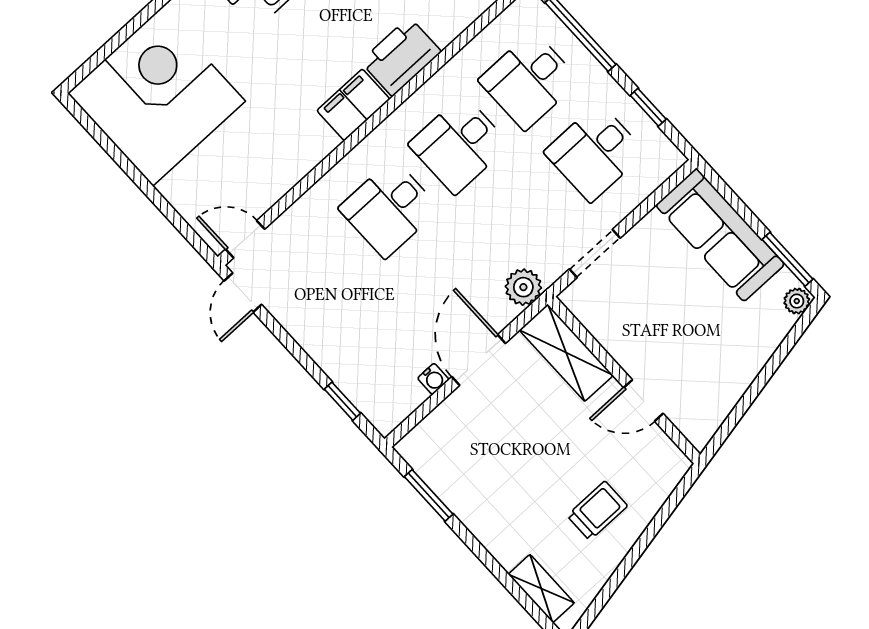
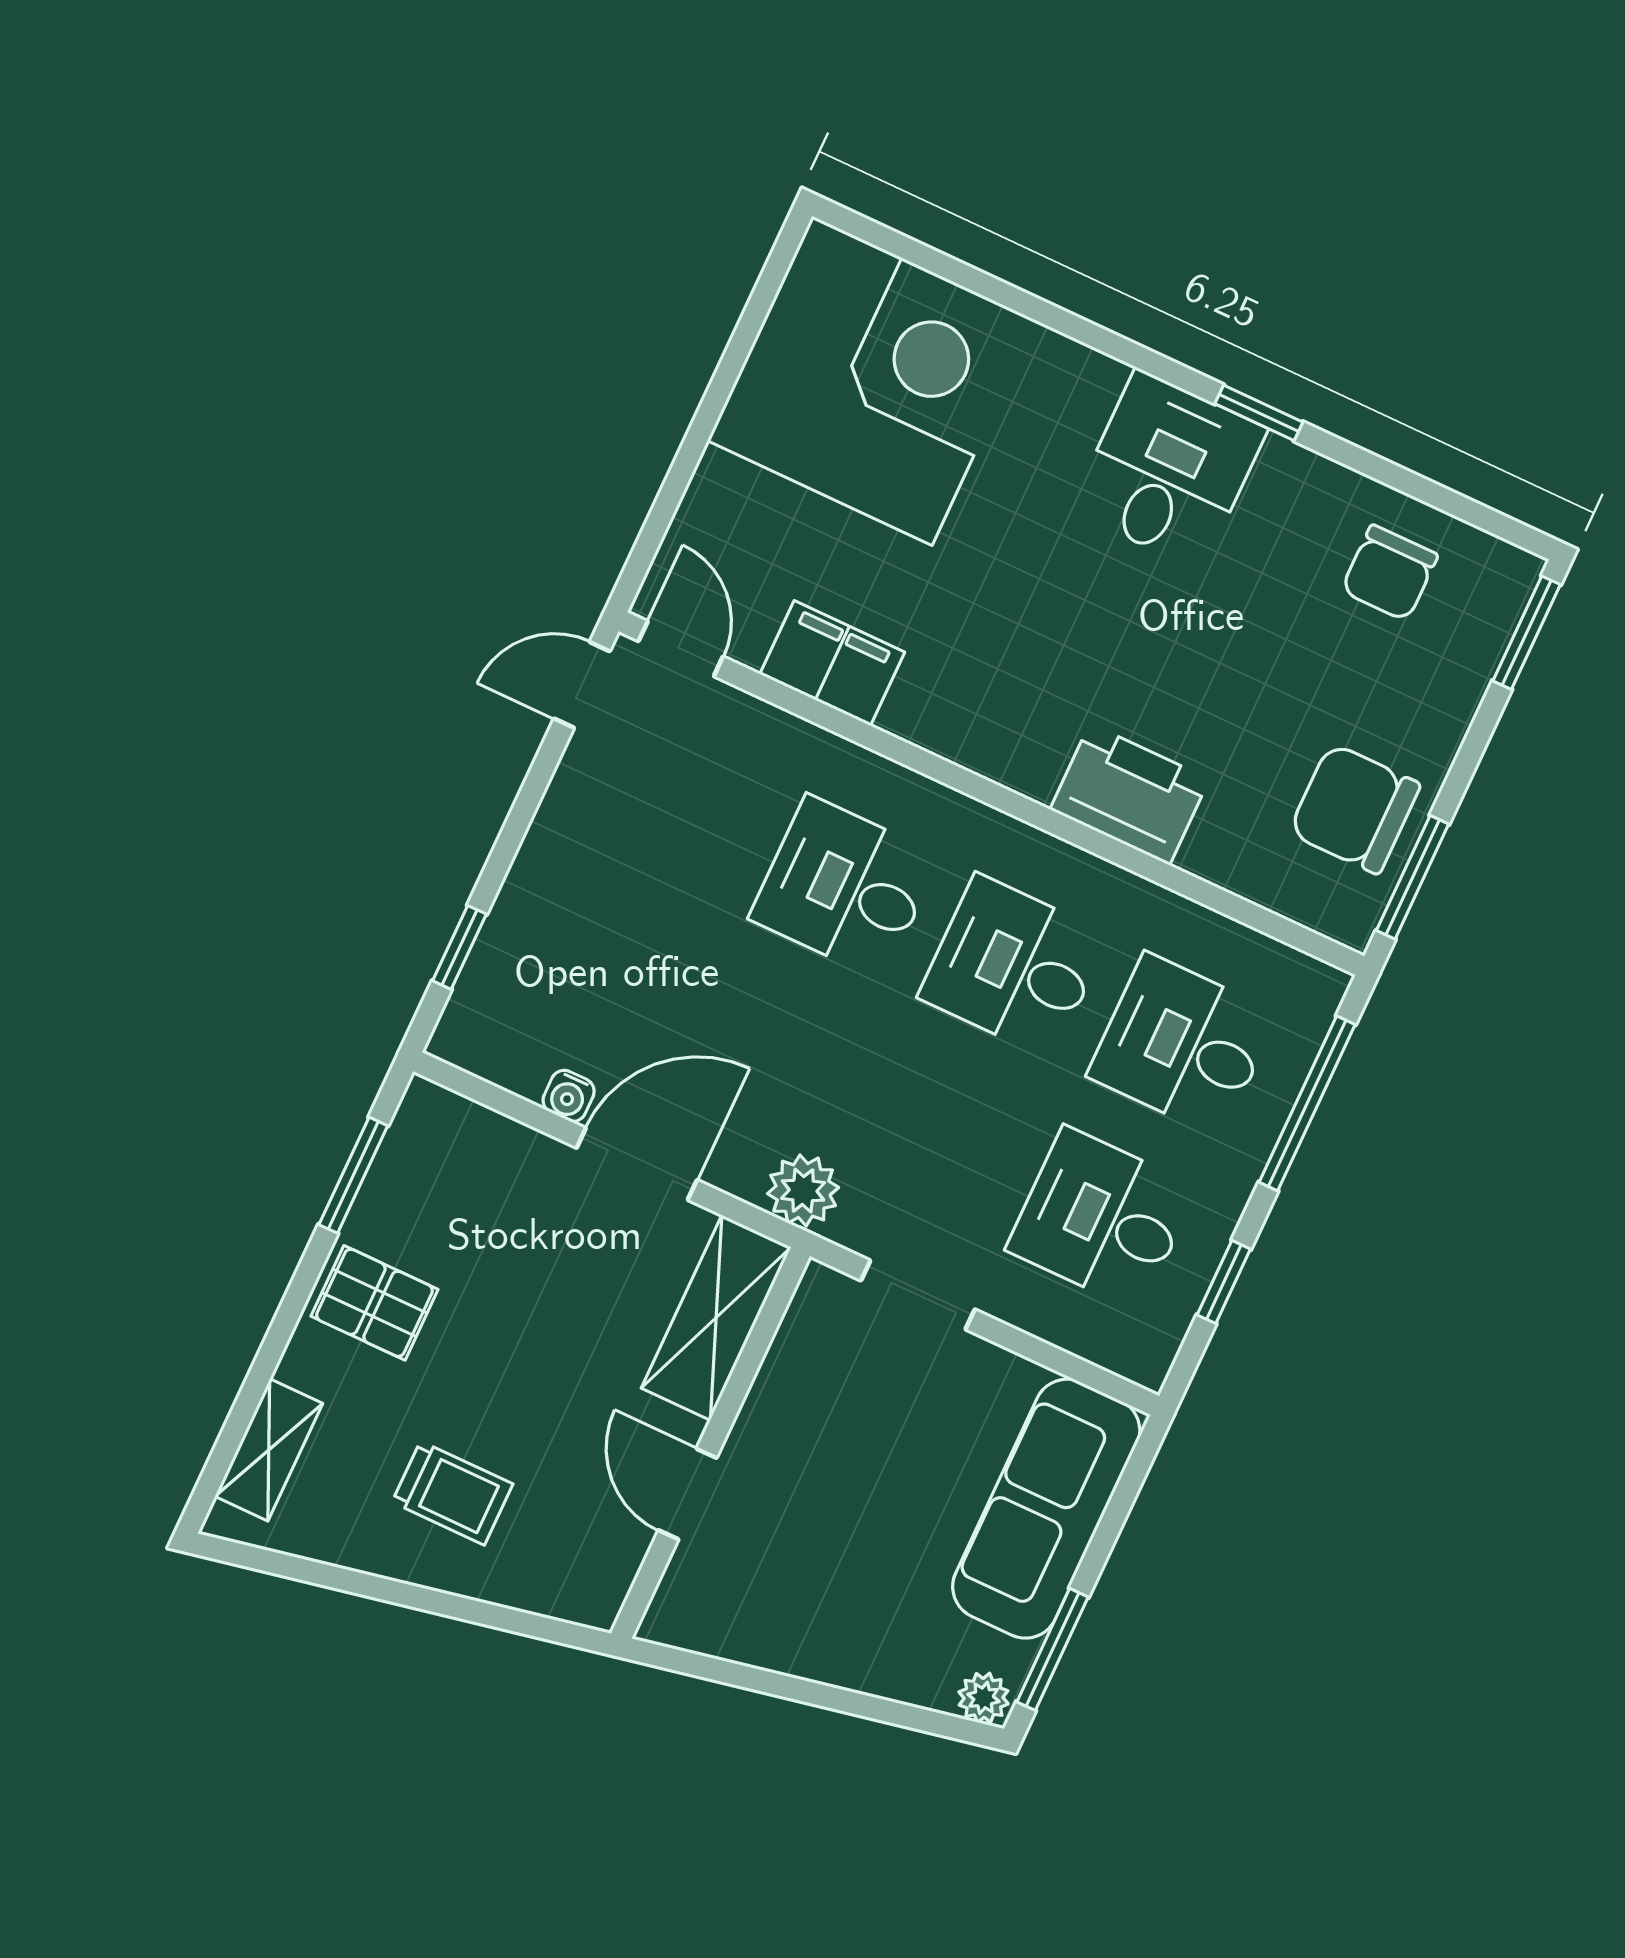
filing cabinet: (353, 105) -> (832, 663), moved
pallet: (493, 510) -> (374, 1303), added

